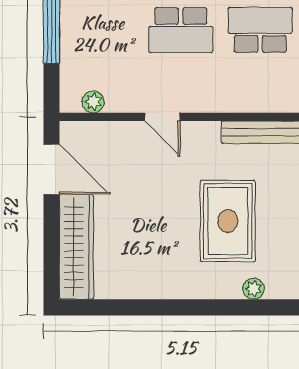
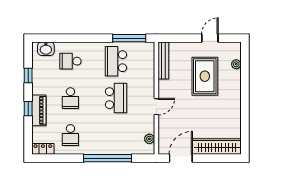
rug: (228, 221) -> (205, 76), turned 90

